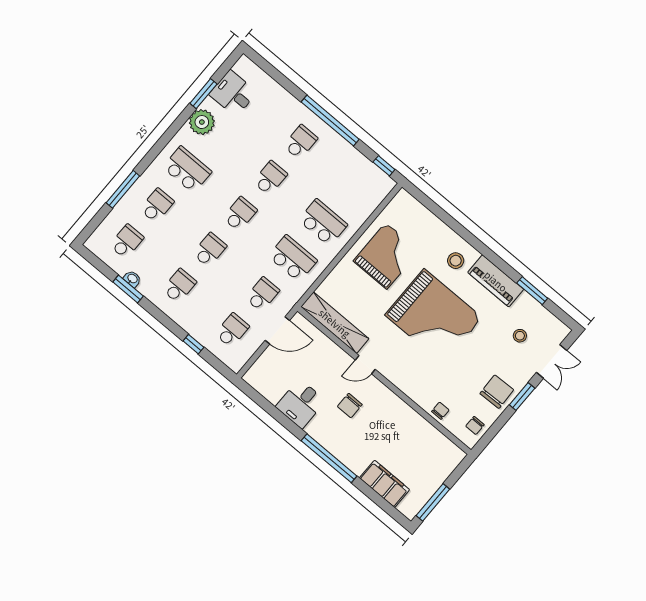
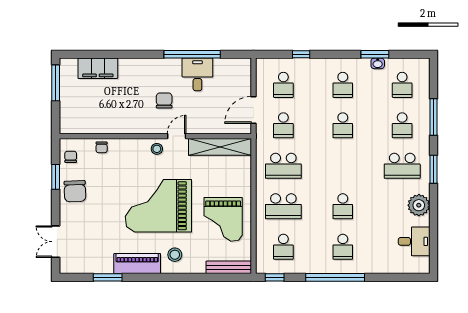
window: (203, 94) -> (434, 169), moved
bench: (417, 209) -> (229, 267), added
school desk: (240, 214) -> (283, 247), moved
stool: (520, 336) -> (157, 149), moved
window: (522, 397) -> (56, 177), moved
window: (329, 458) -> (192, 54), moved

